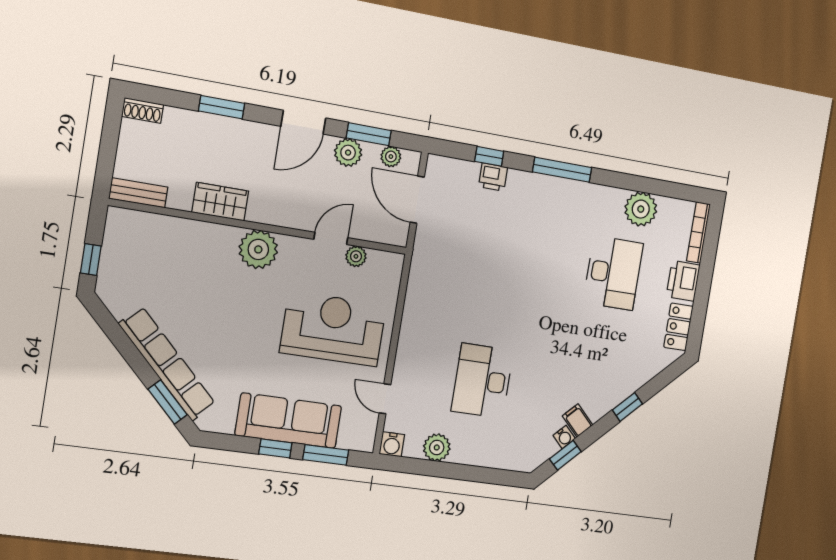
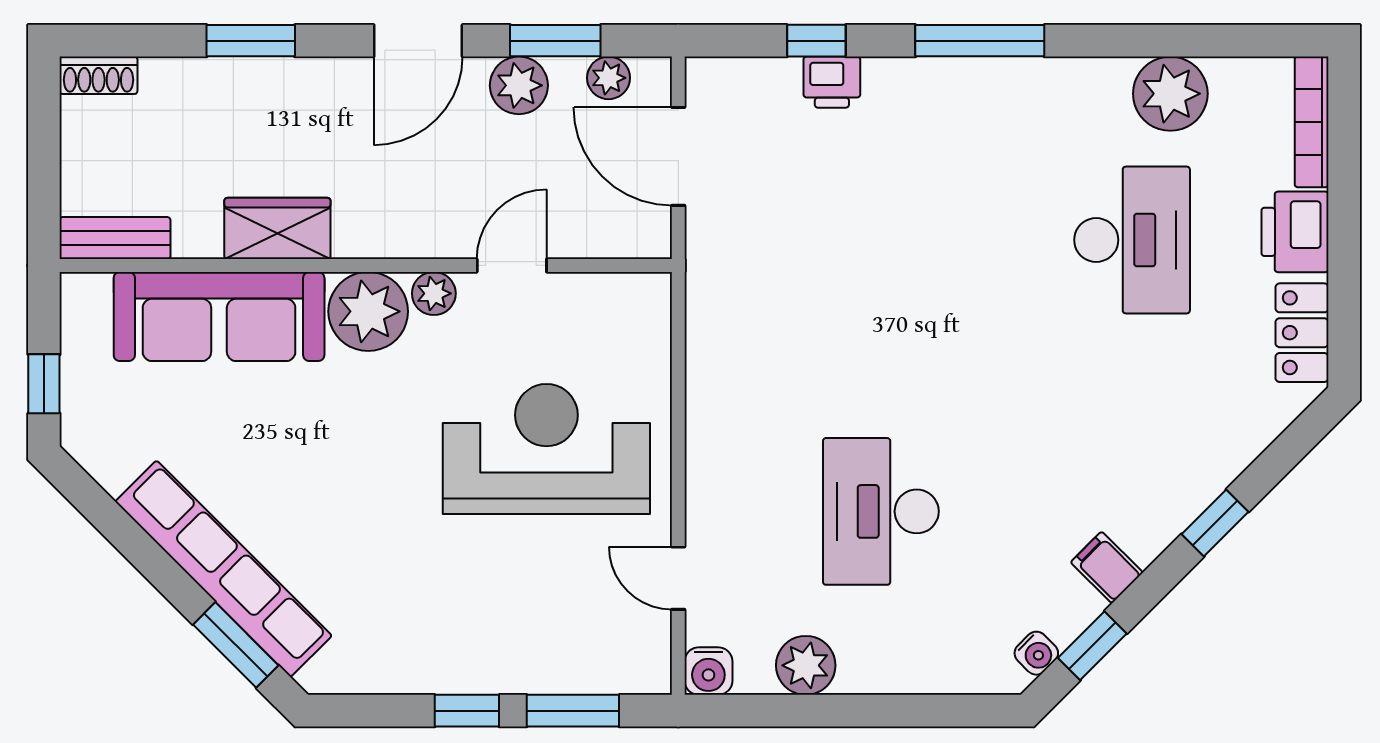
plant: (356, 256) -> (434, 293), moved
sofa: (288, 421) -> (219, 316), moved, turned 180
water cooler: (564, 437) -> (1036, 653), moved

